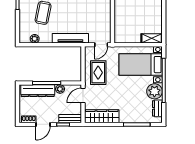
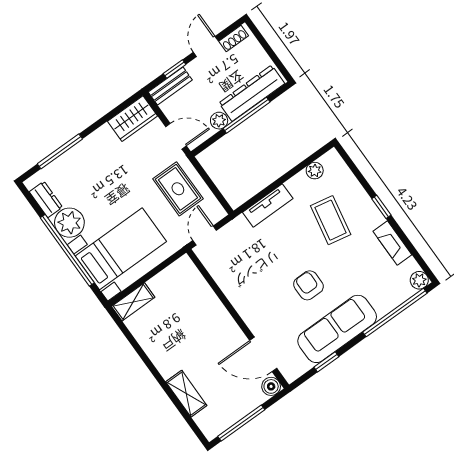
tv unit: (70, 38) -> (268, 205), width x0.71
door: (83, 95) -> (176, 136), hinge flipped
wardrobe: (102, 116) -> (133, 119), width x0.67

